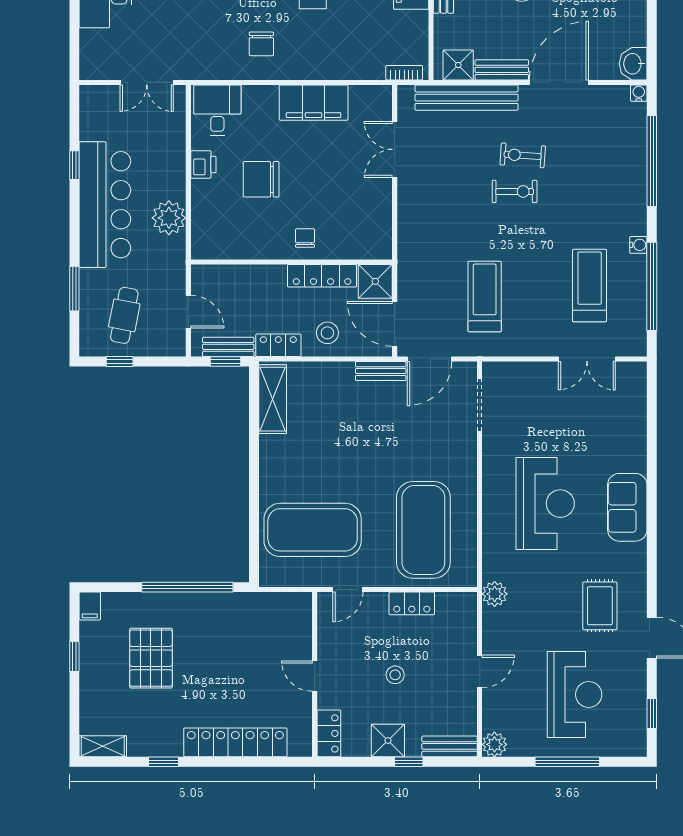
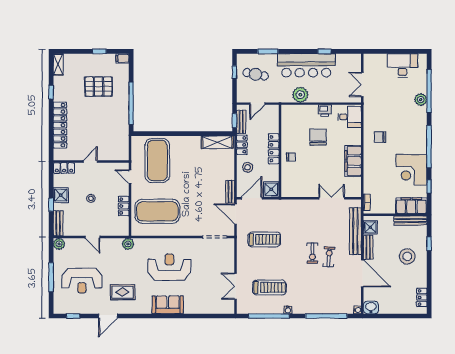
locker: (322, 276) -> (274, 149), moved
reception desk: (545, 504) -> (169, 267), turned 180

